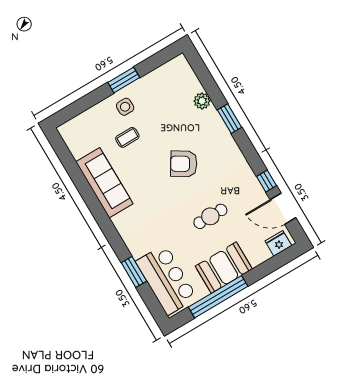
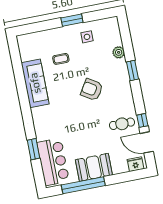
side table: (125, 107) -> (87, 37), moved
cafe table: (210, 216) -> (122, 124), moved

